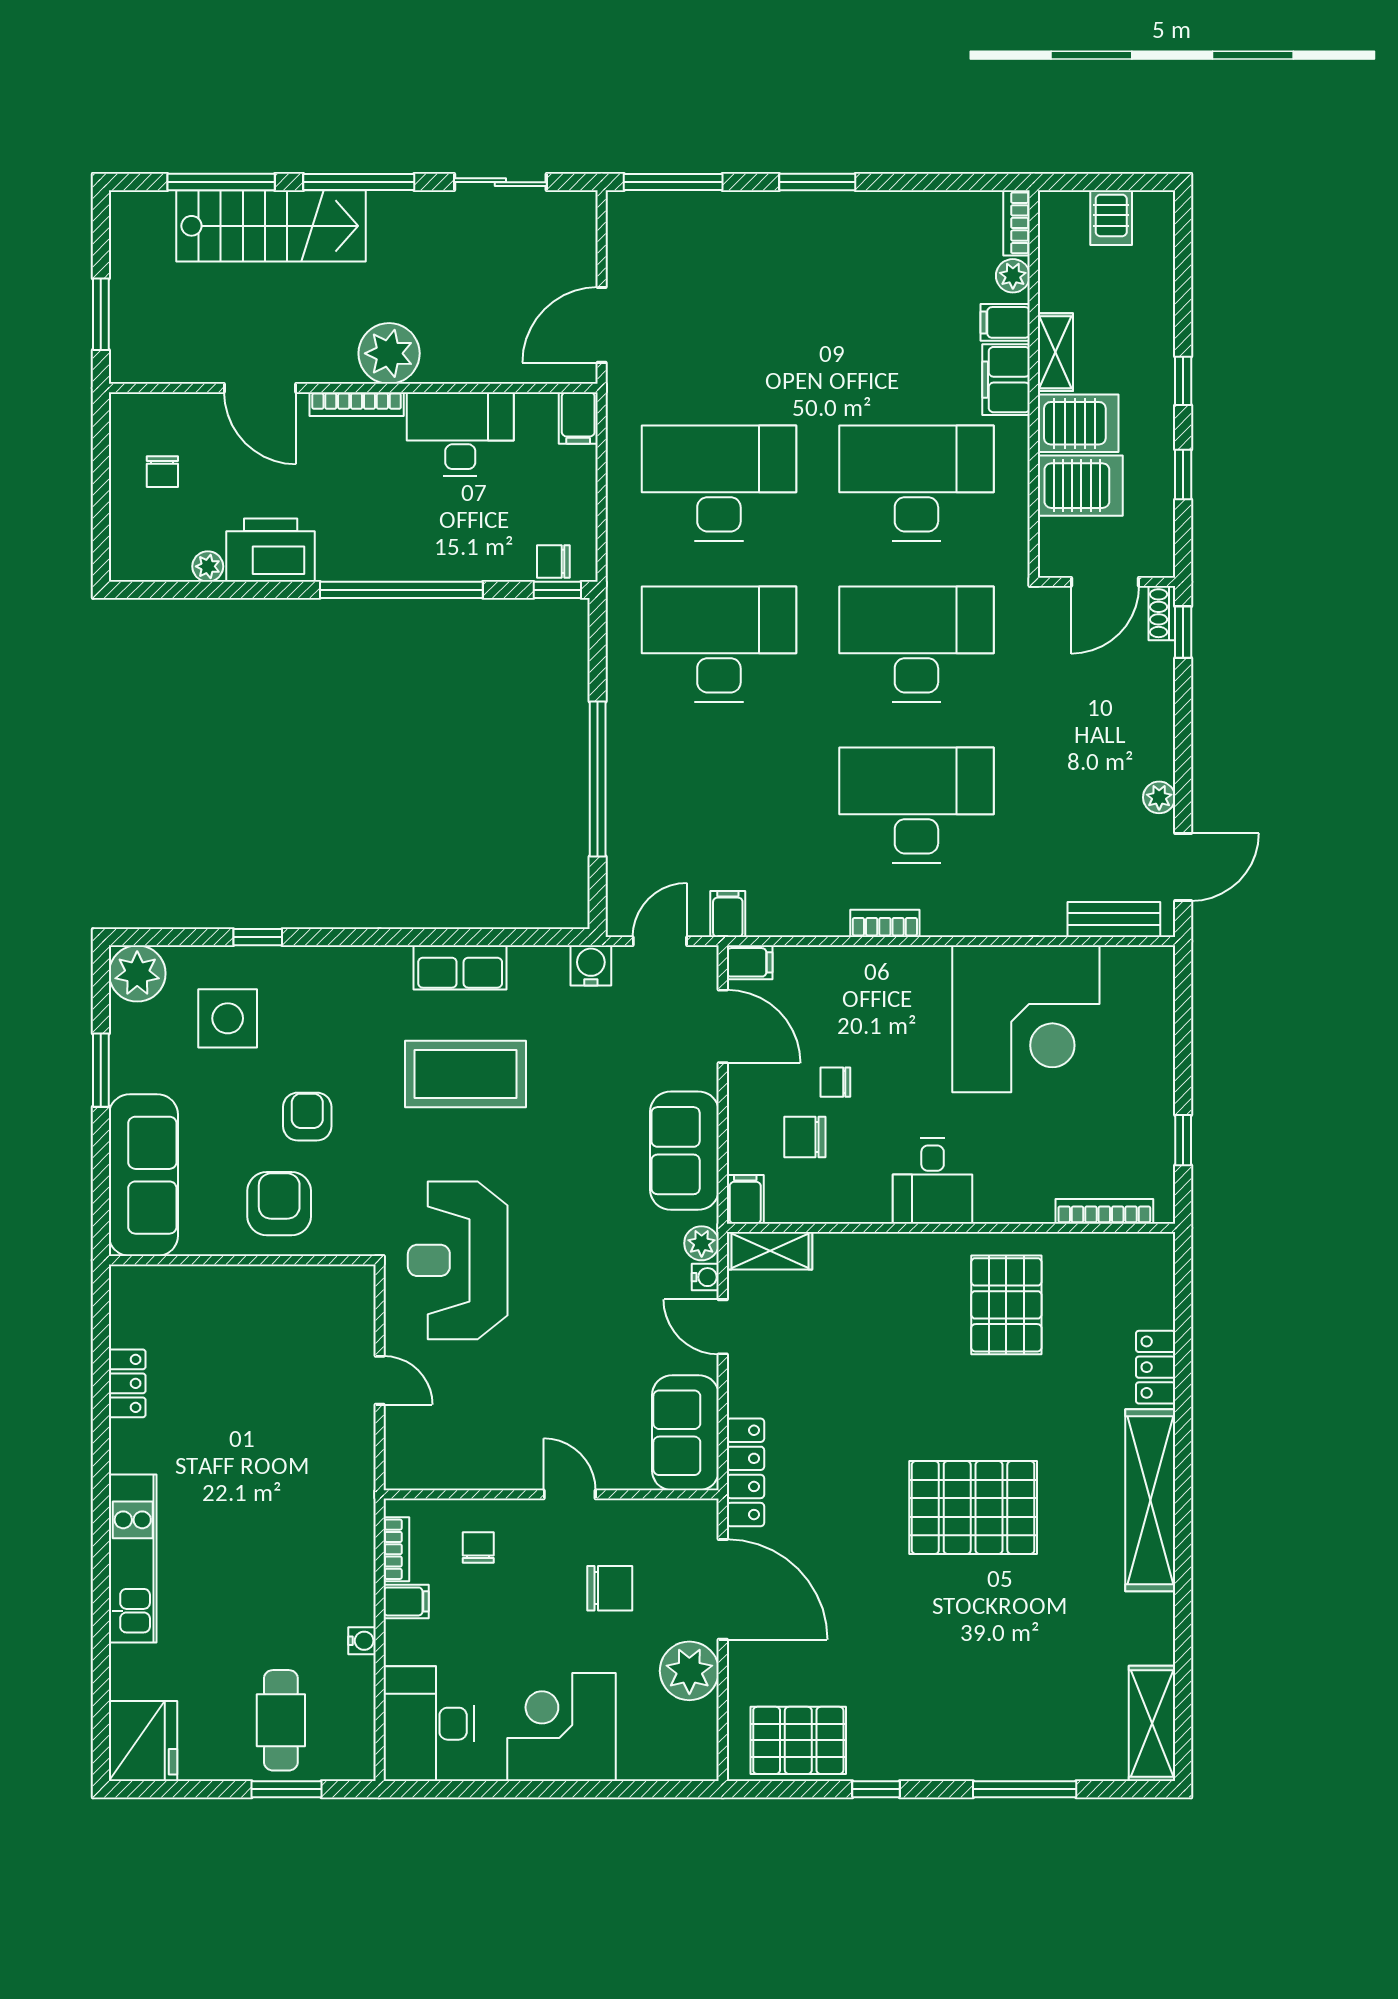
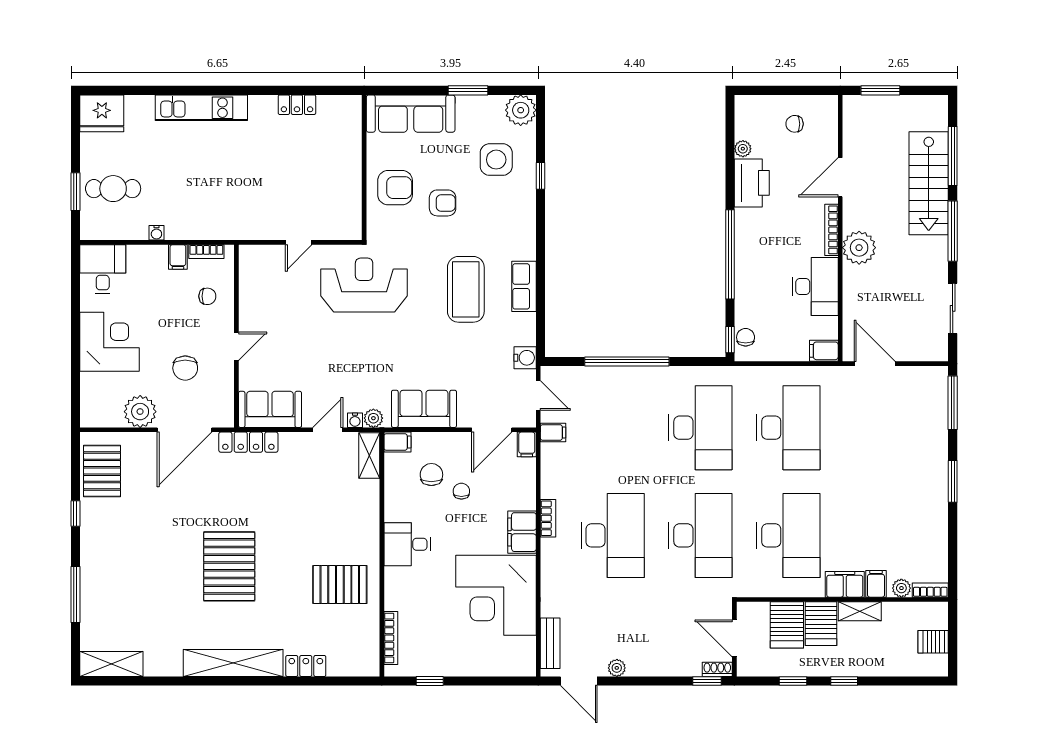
filing cabinet: (910, 971) -> (522, 532), added
desk: (429, 1724) -> (103, 269), width x0.73

